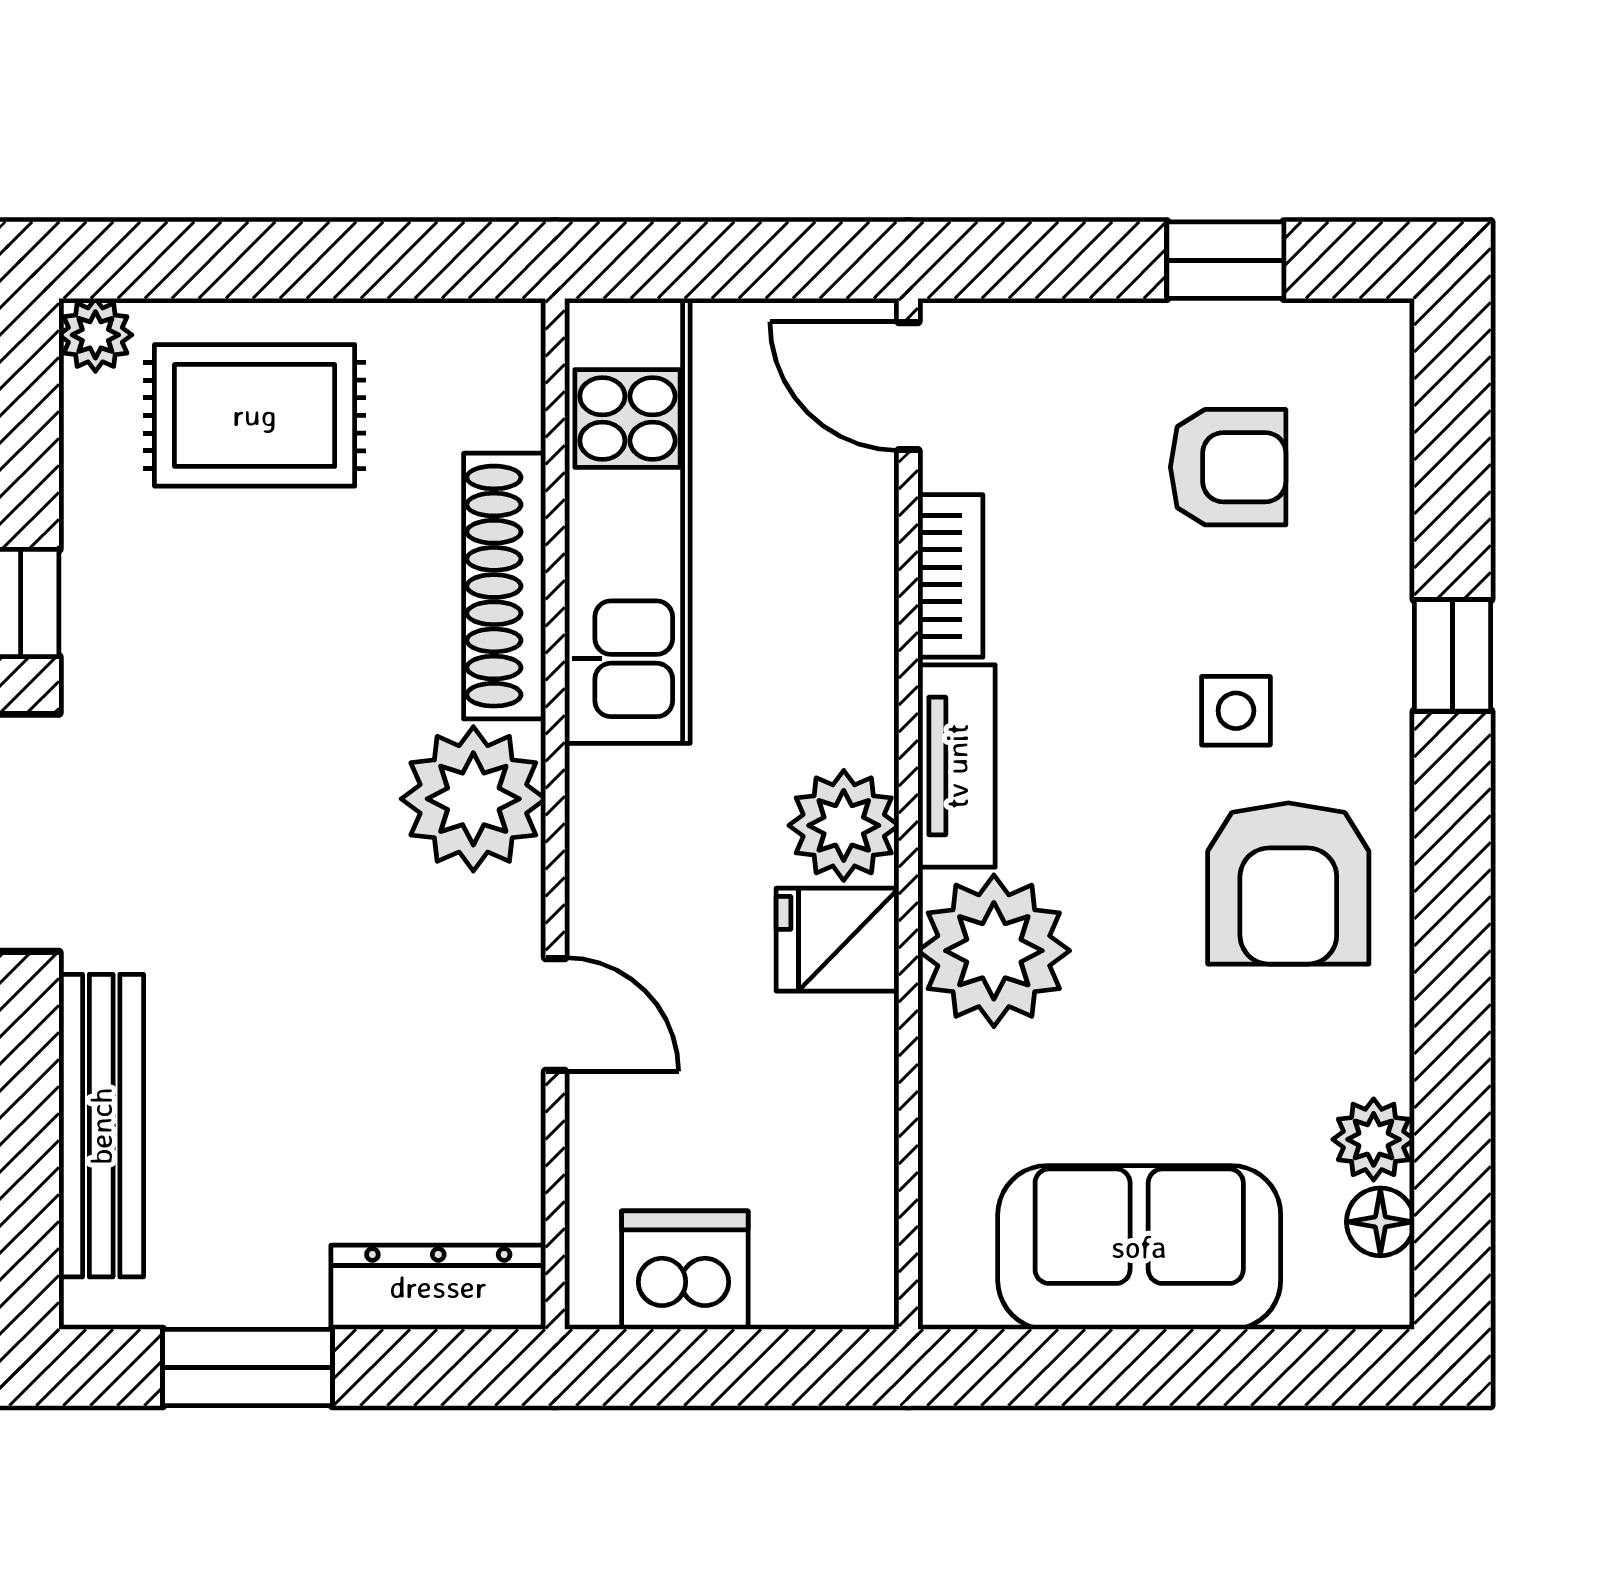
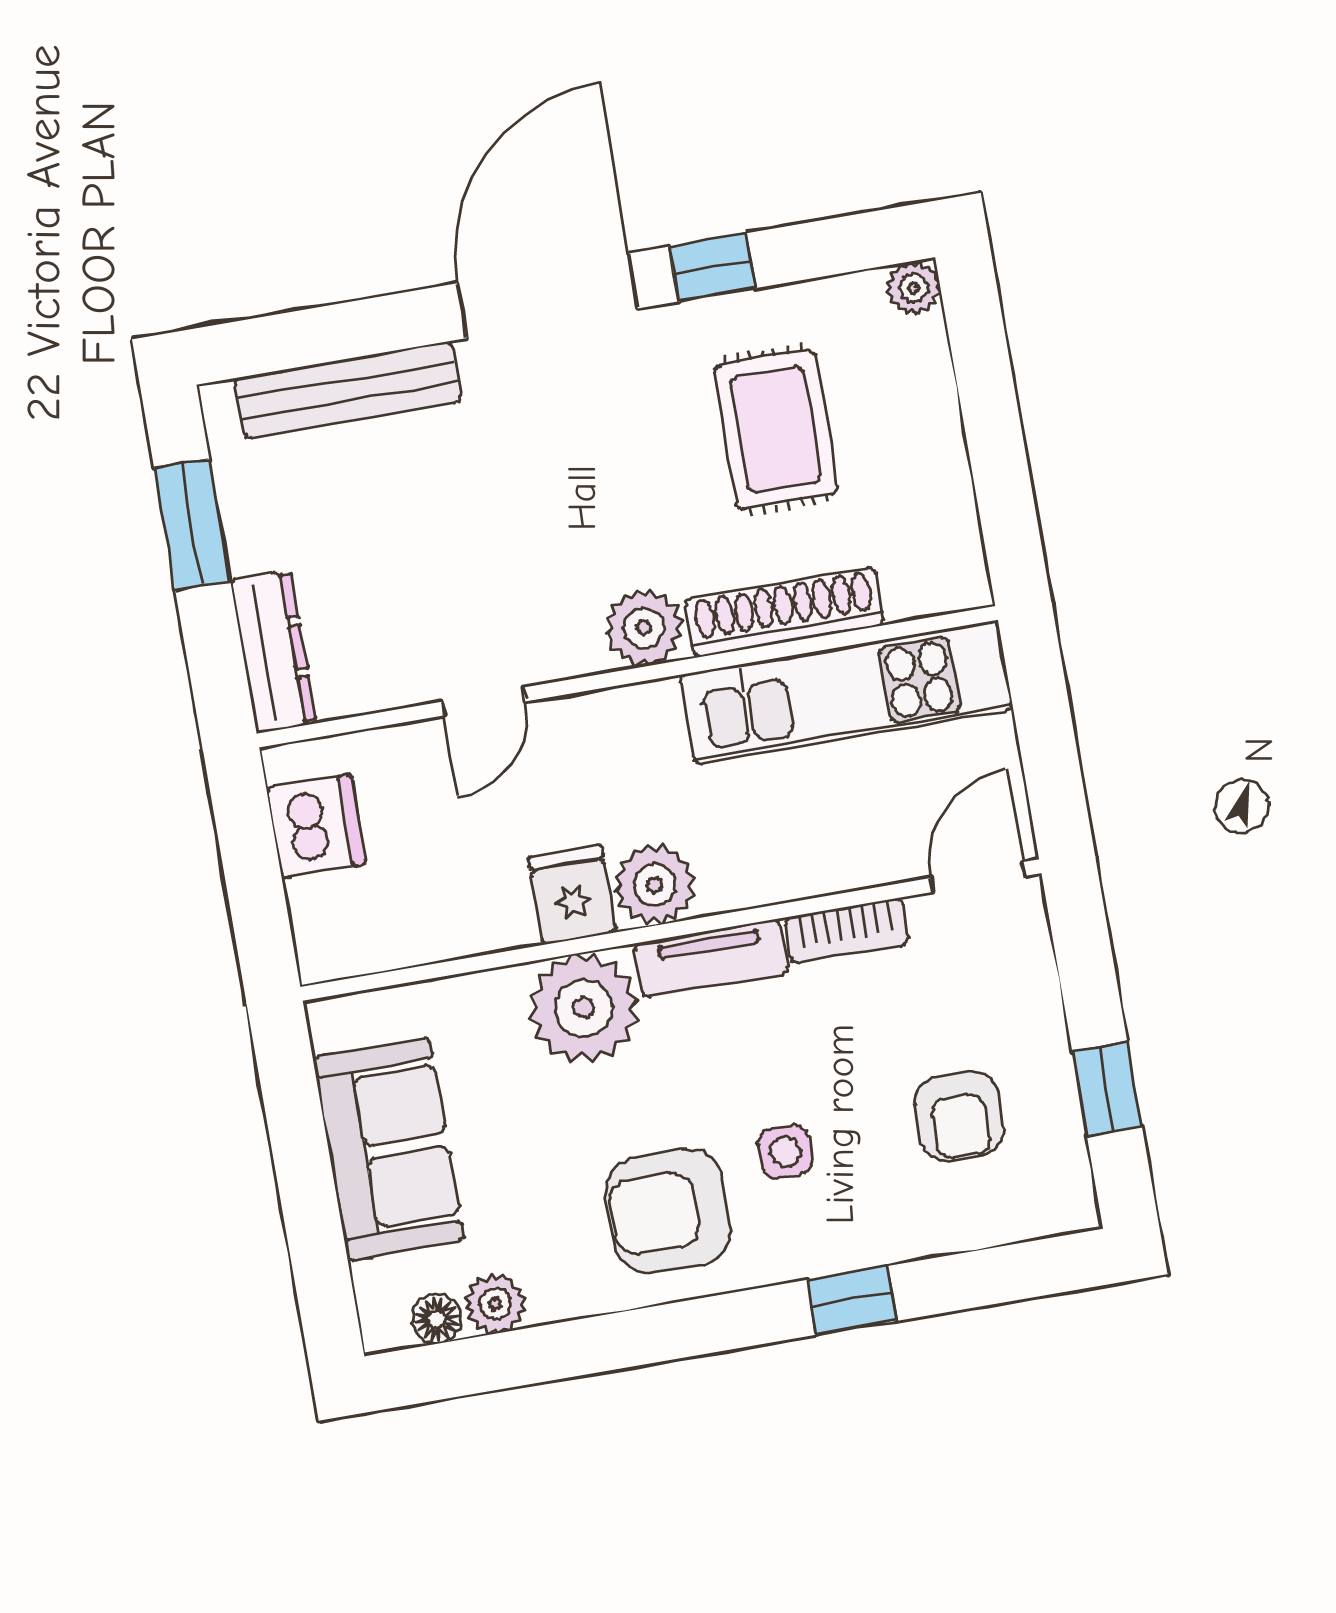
rug: (255, 415) -> (776, 430), moved
plant: (473, 799) -> (644, 628), width x0.73, depth x0.73

